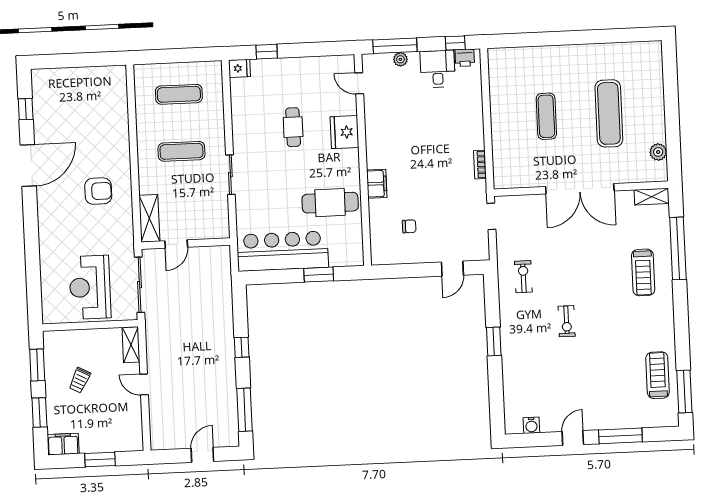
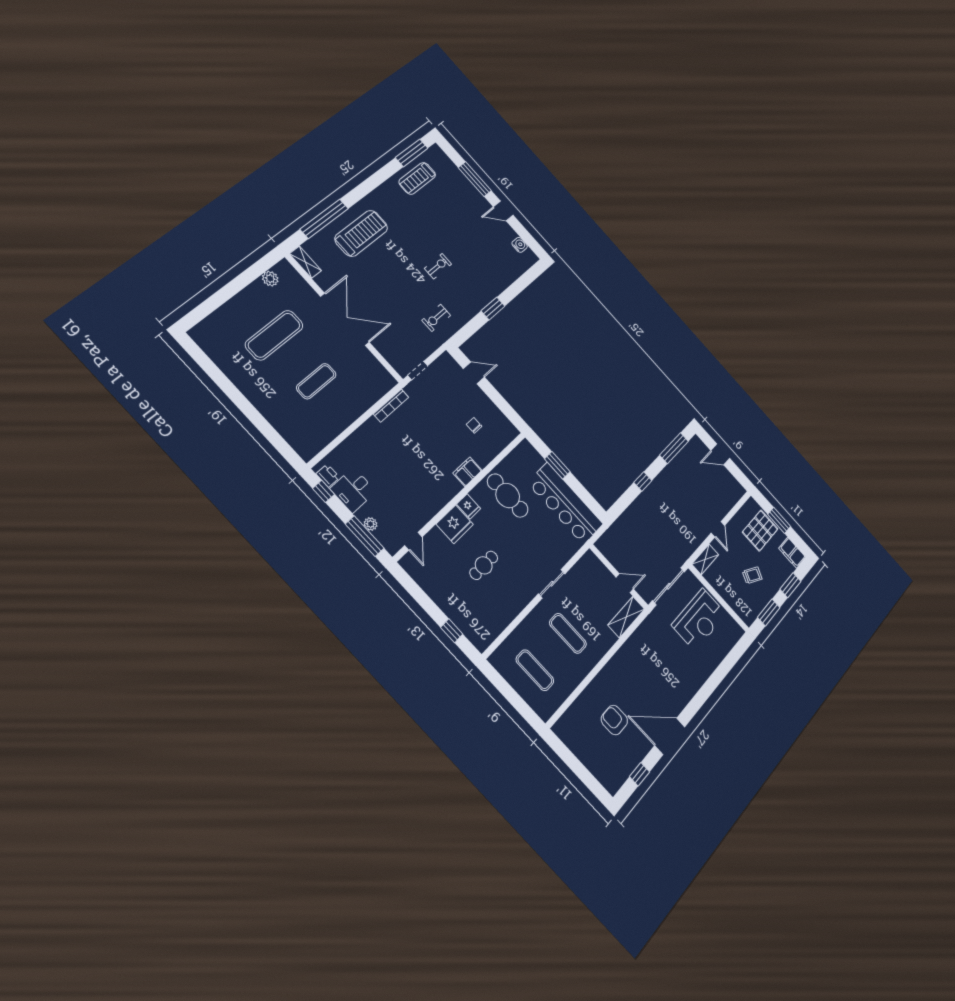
fridge: (239, 68) -> (469, 506), moved, turned 180
bookcase: (480, 165) -> (391, 406), width x1.56
armchair: (98, 191) -> (614, 720), moved
treadmill: (643, 272) -> (361, 233), width x1.37, depth x1.38
pallet: (108, 429) -> (760, 530), added

